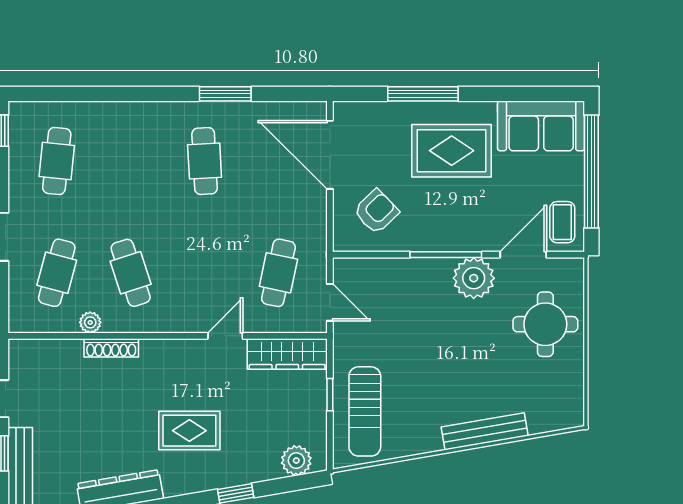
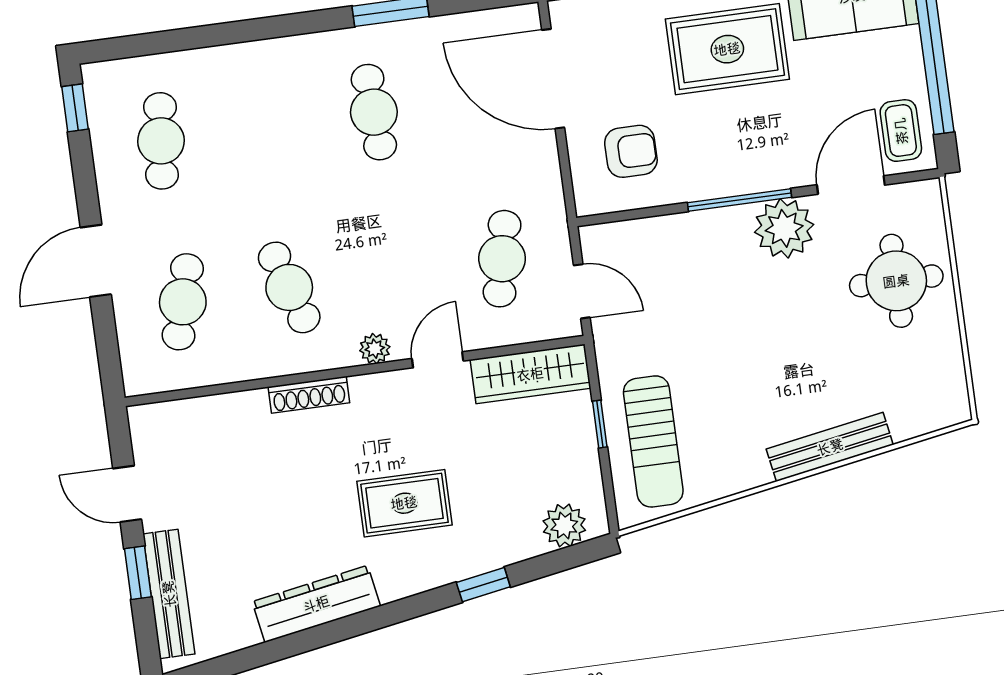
armchair: (376, 211) -> (631, 151), turned 44
plant: (90, 322) -> (375, 349), moved
shoe rack: (111, 348) -> (309, 395), moved

